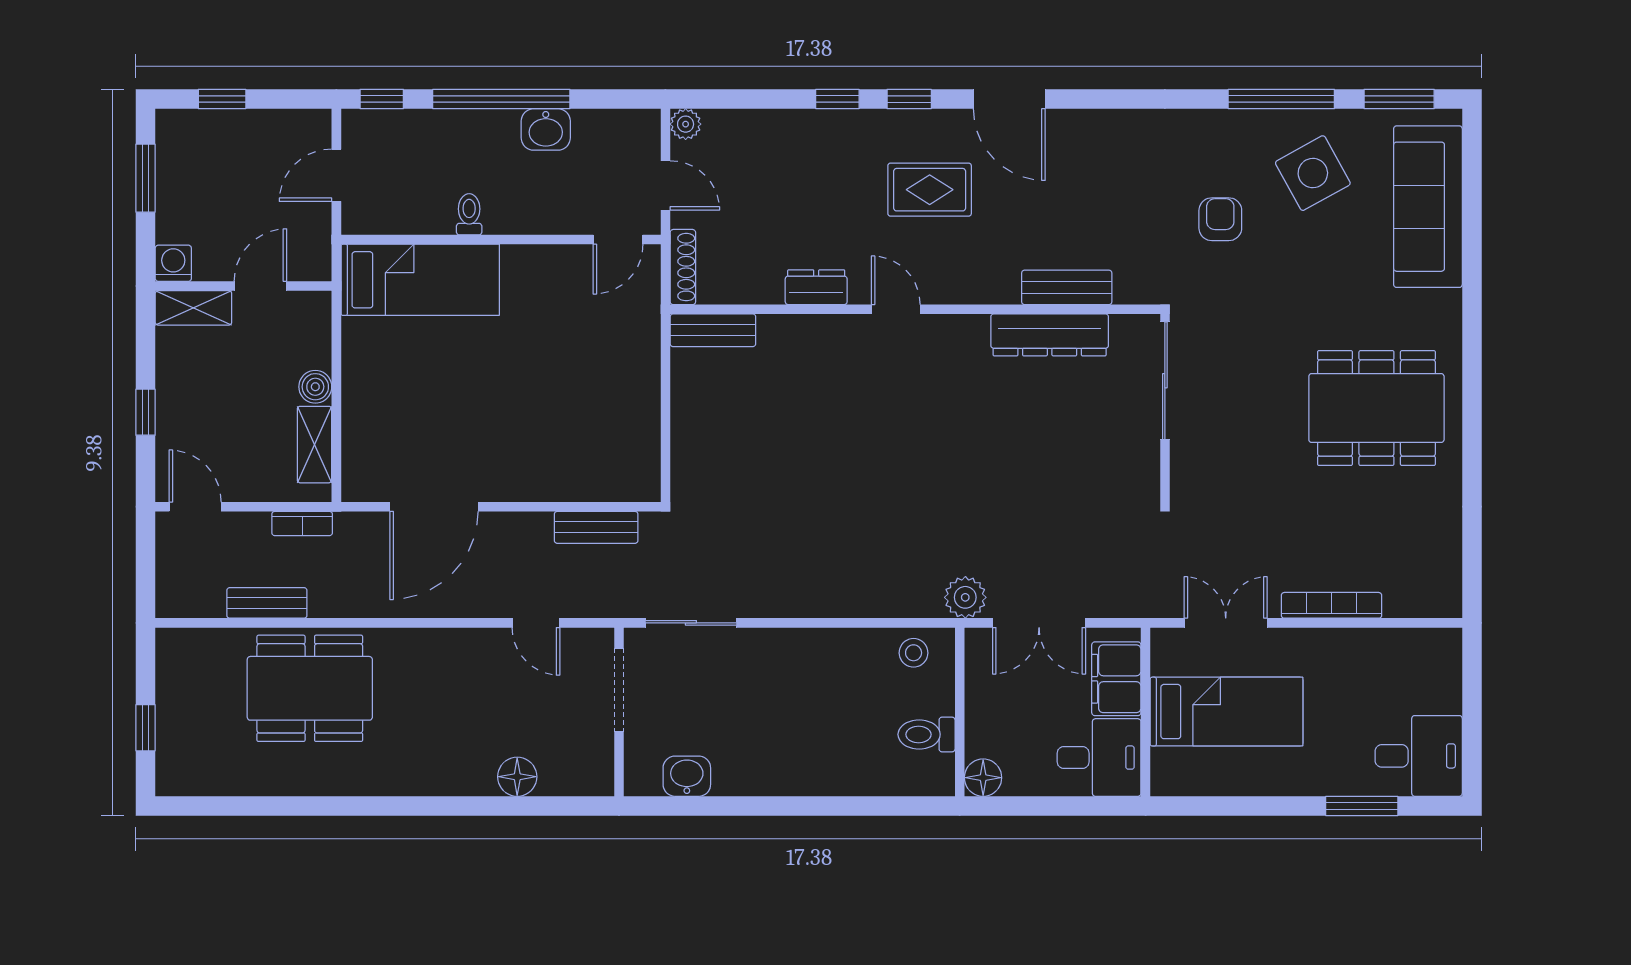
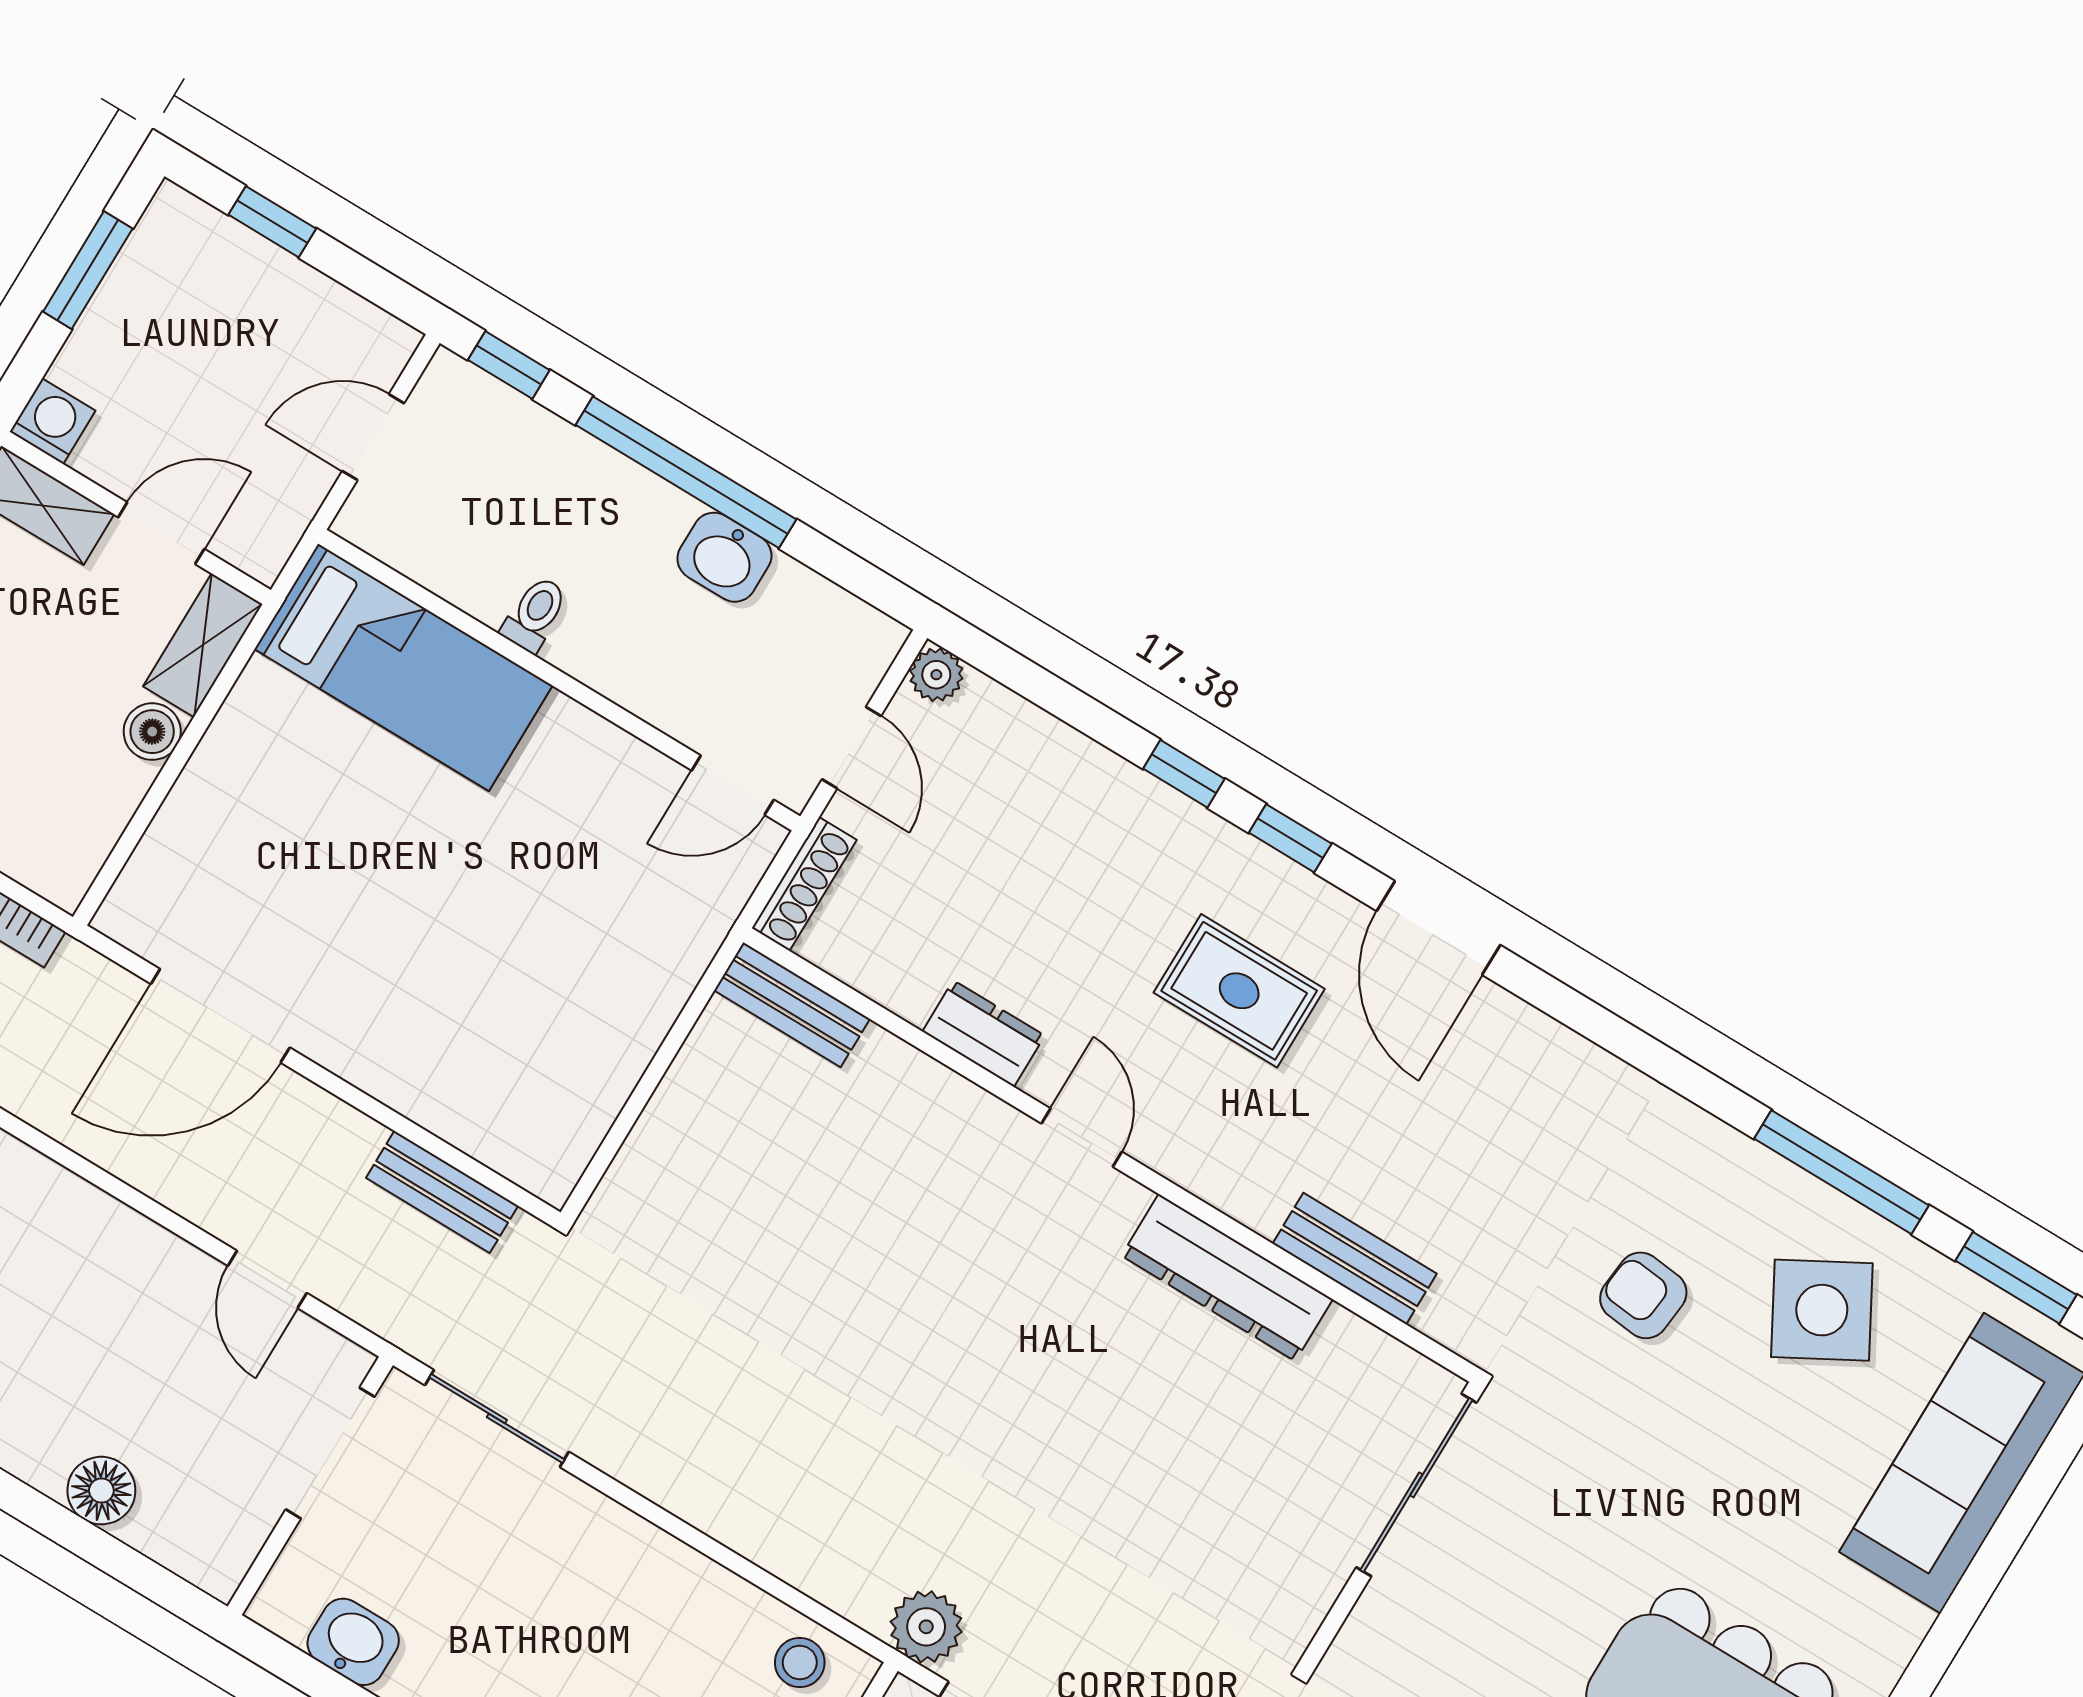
armchair: (1220, 219) -> (1643, 1295), turned -84
dresser: (1050, 335) -> (1227, 1278), moved
shelving: (314, 445) -> (203, 645), moved

